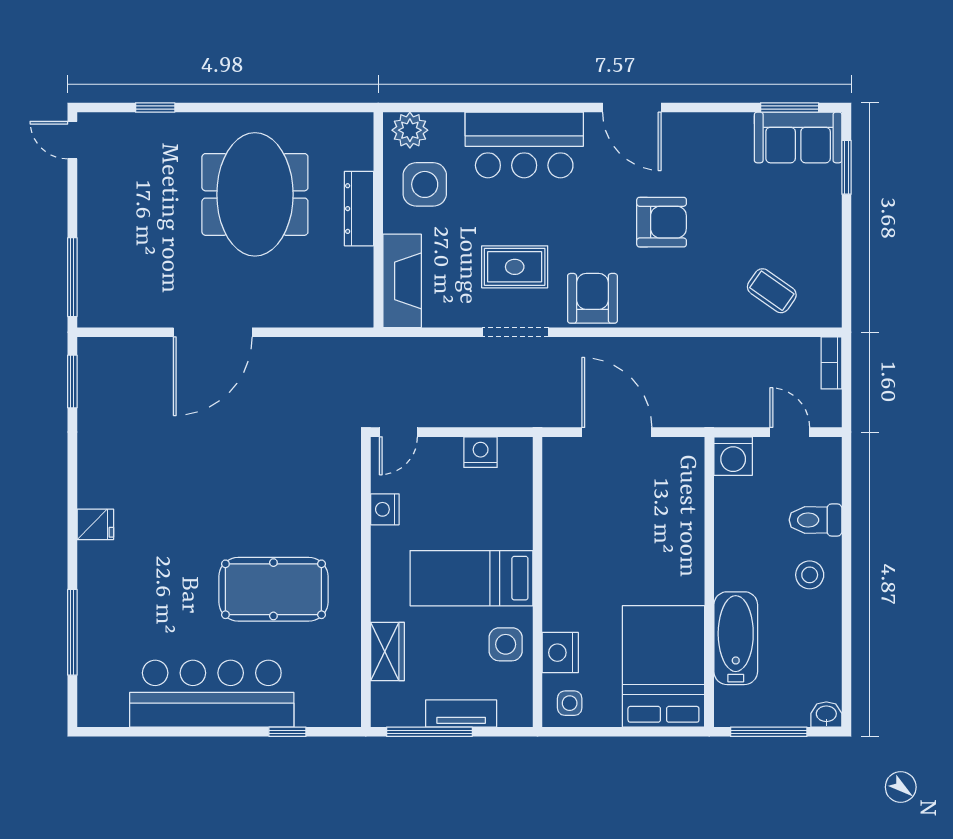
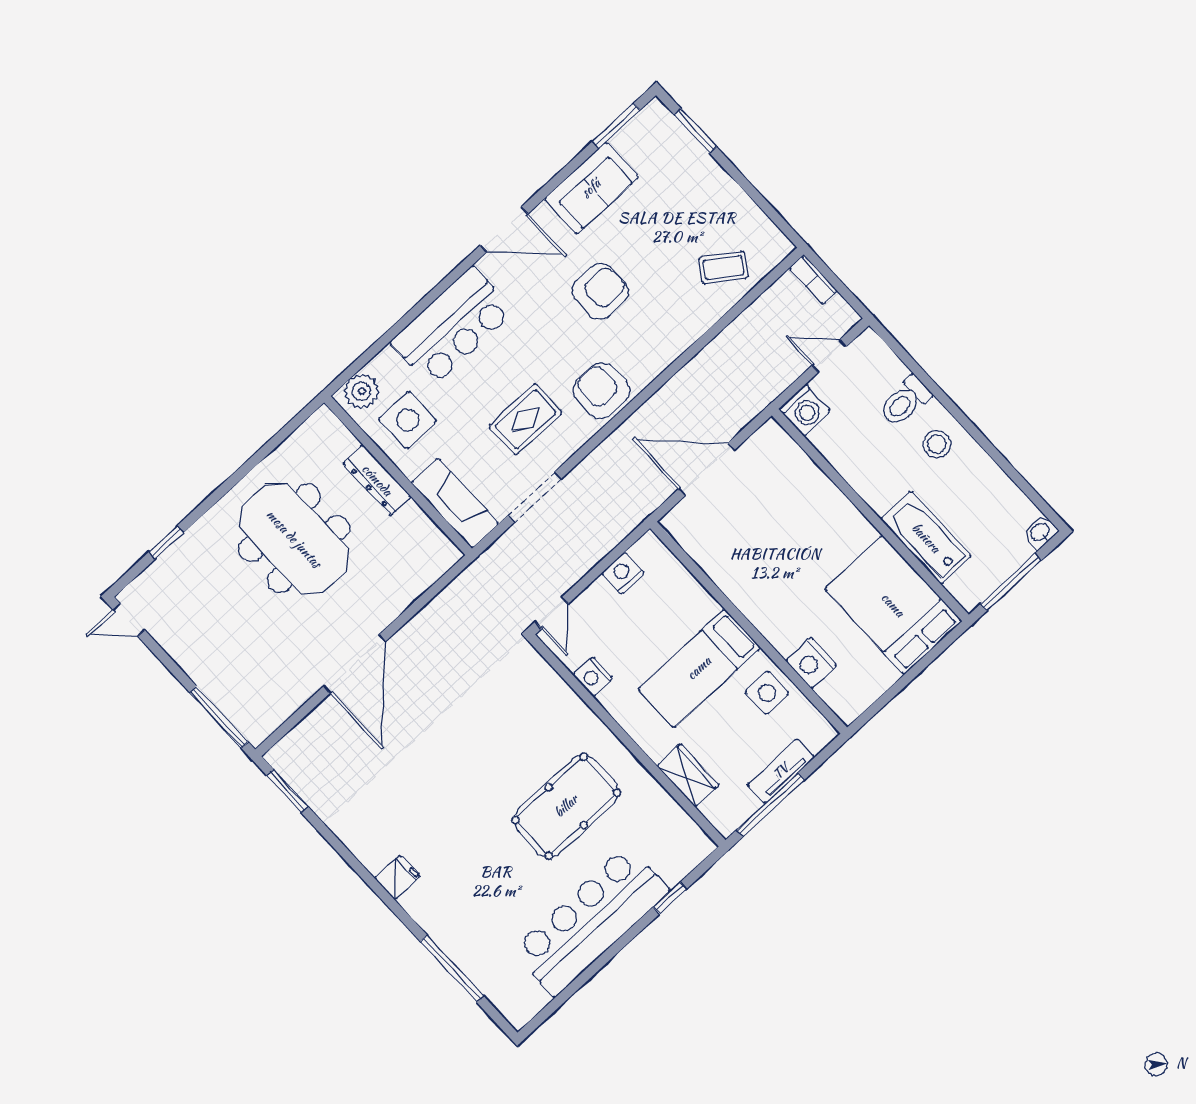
sofa: (798, 137) -> (591, 188), moved
doorway: (515, 332) -> (535, 497), moved
side table: (570, 703) -> (851, 693), removed

